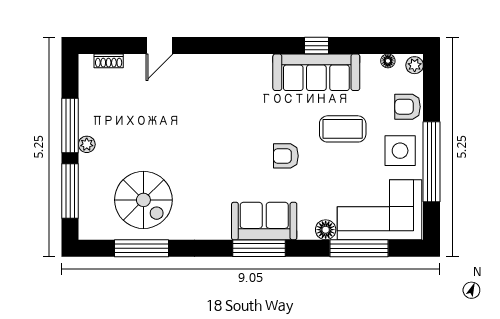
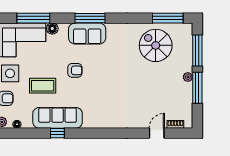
door: (159, 46) -> (157, 133), moved
window: (141, 248) -> (168, 18), moved

